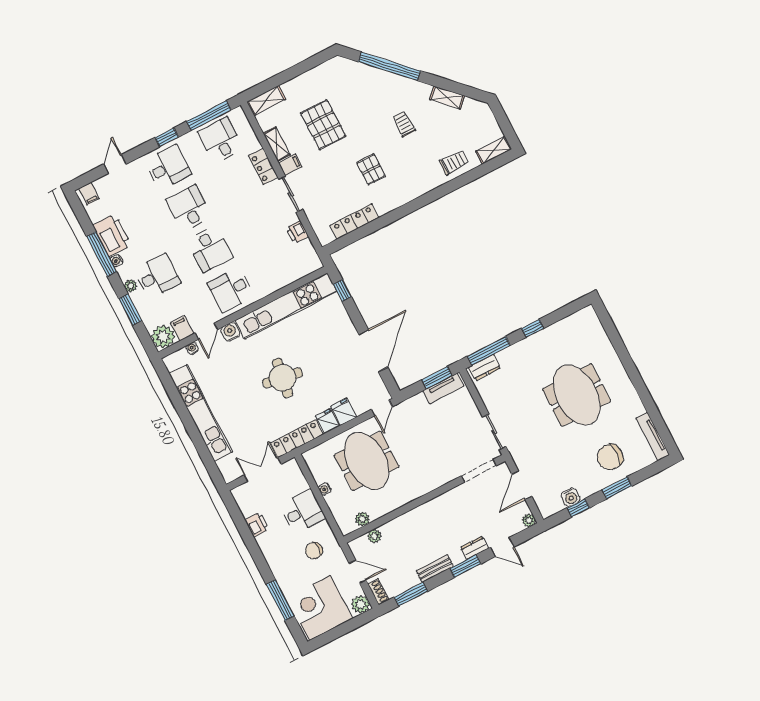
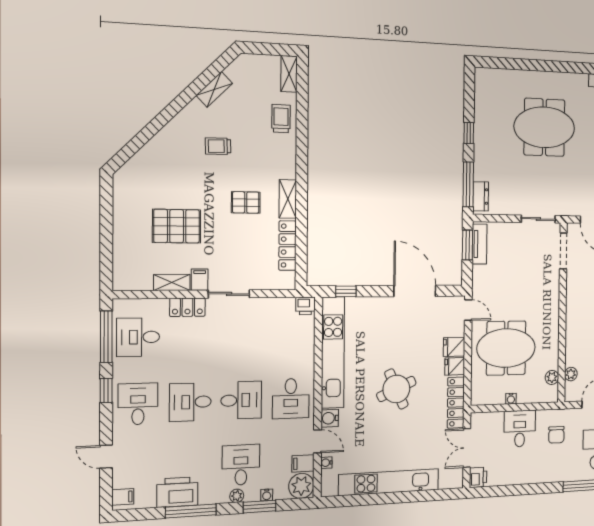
window: (389, 66) -> (152, 128), removed
shelving: (266, 100) -> (288, 199), moved
printer: (297, 232) -> (305, 306), moved
water cooler: (117, 261) -> (267, 495), moved
round table: (283, 378) -> (396, 389), turned -33
printer: (257, 525) -> (478, 477), moved, turned 90

